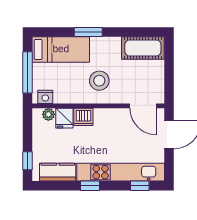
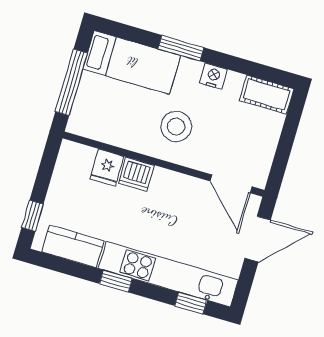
cot: (143, 48) -> (266, 95), width x0.73, depth x0.75
nightstand: (45, 97) -> (214, 76), moved, turned 180
plant: (48, 114) -> (85, 155), removed

